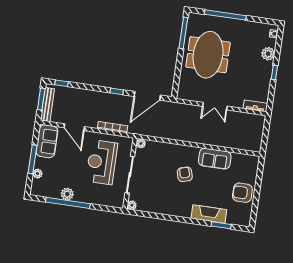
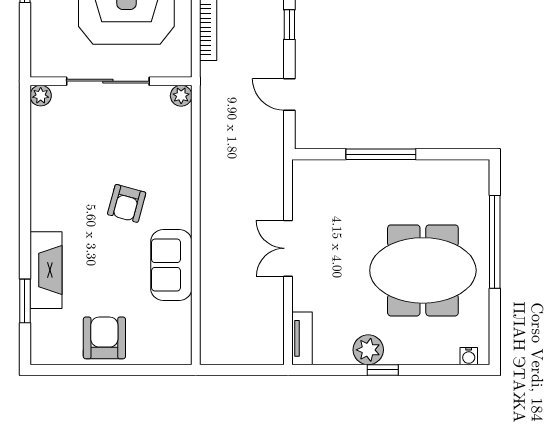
window: (183, 33) -> (381, 154), moved
plant: (268, 54) -> (368, 350), moved
meeting table: (208, 55) -> (423, 270), moved
door: (147, 96) -> (289, 94), width x0.53
armchair: (185, 174) -> (127, 203), turned 121

